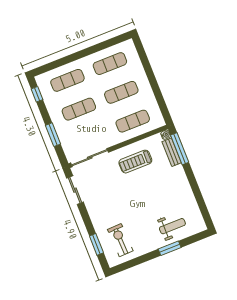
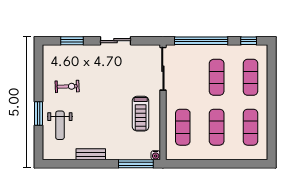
window: (53, 135) -> (201, 41), width x2.11
bench: (172, 152) -> (91, 154), moved
treadmill: (135, 162) -> (141, 114), turned 180
sliding door: (75, 190) -> (116, 41), moved
exercise bike: (120, 240) -> (67, 86), moved, width x0.73, depth x0.72

